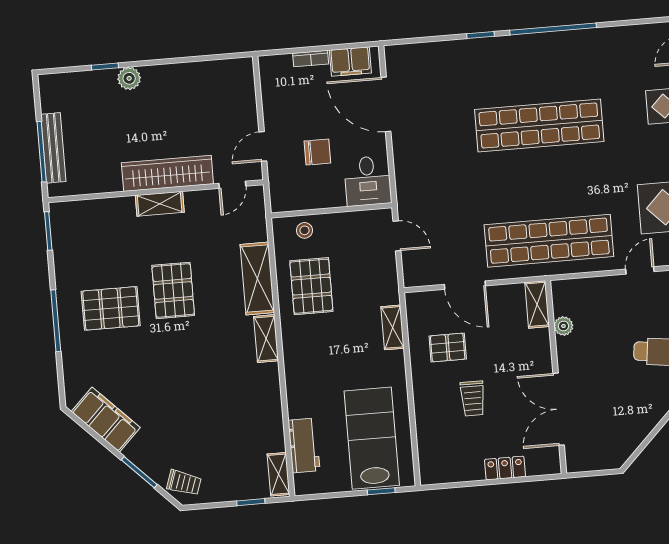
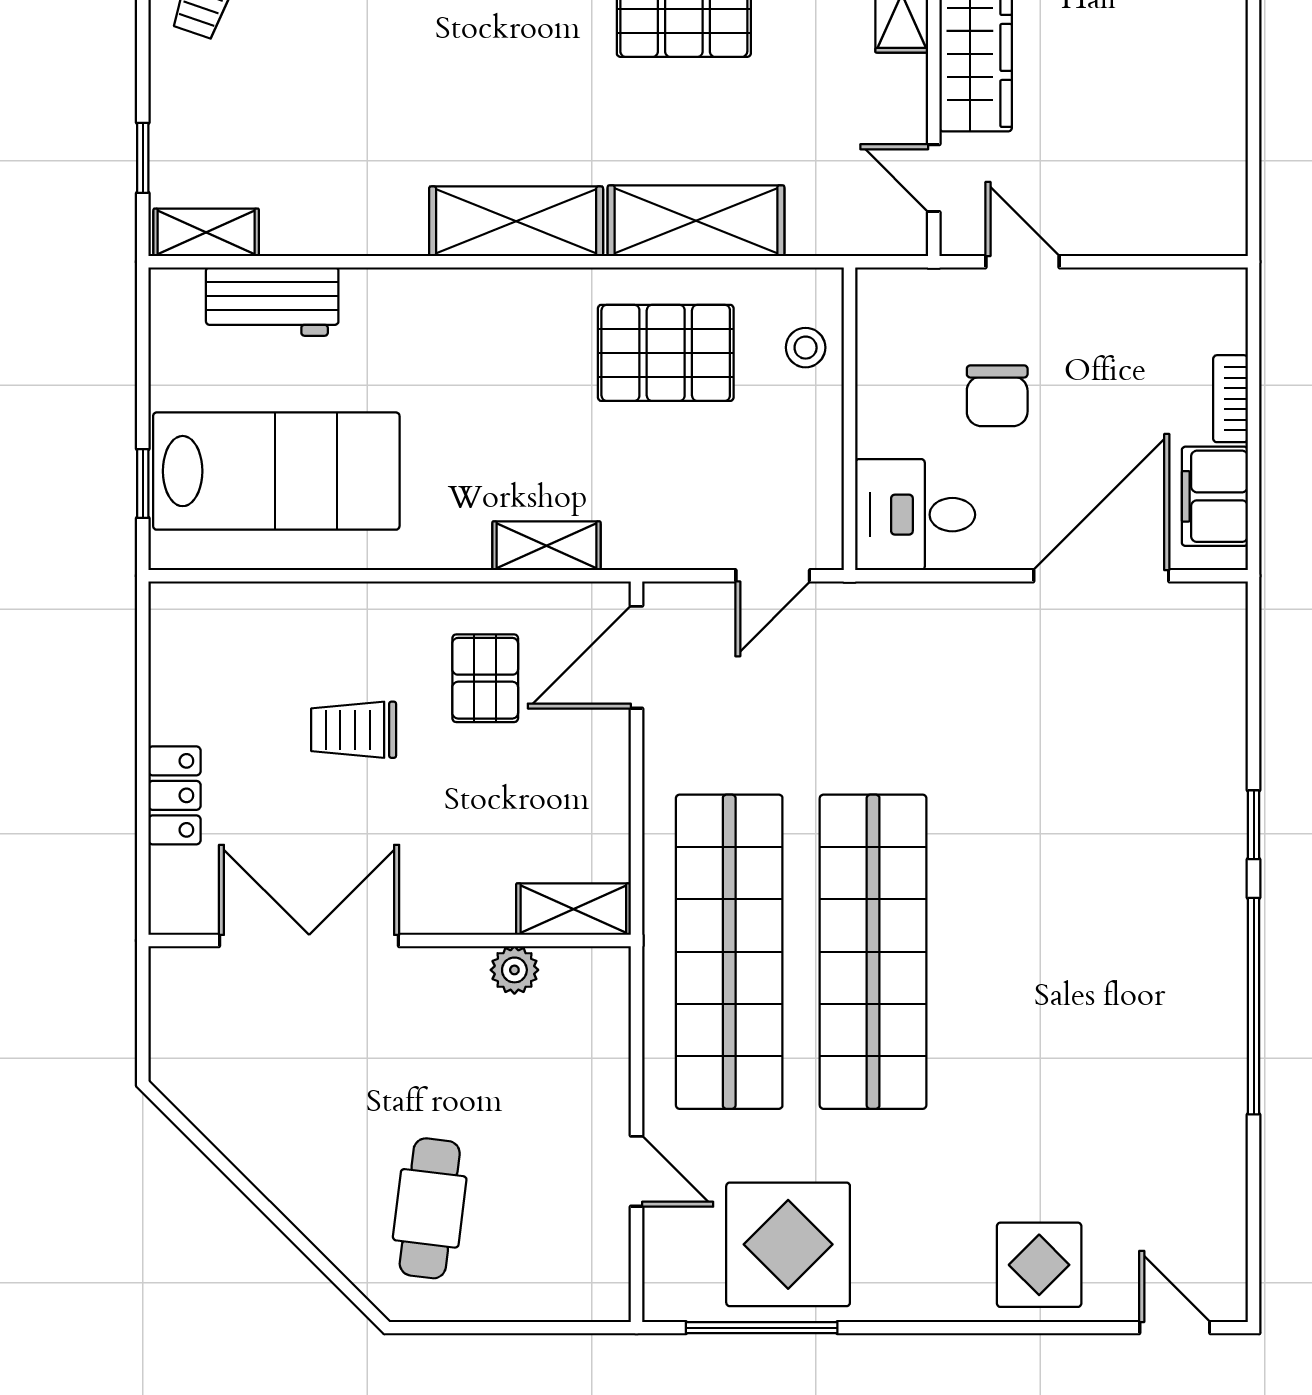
shop shelf: (539, 125) -> (873, 952), moved
door: (465, 285) -> (636, 657), moved
shelving: (266, 339) -> (516, 221), width x1.50, depth x1.33

